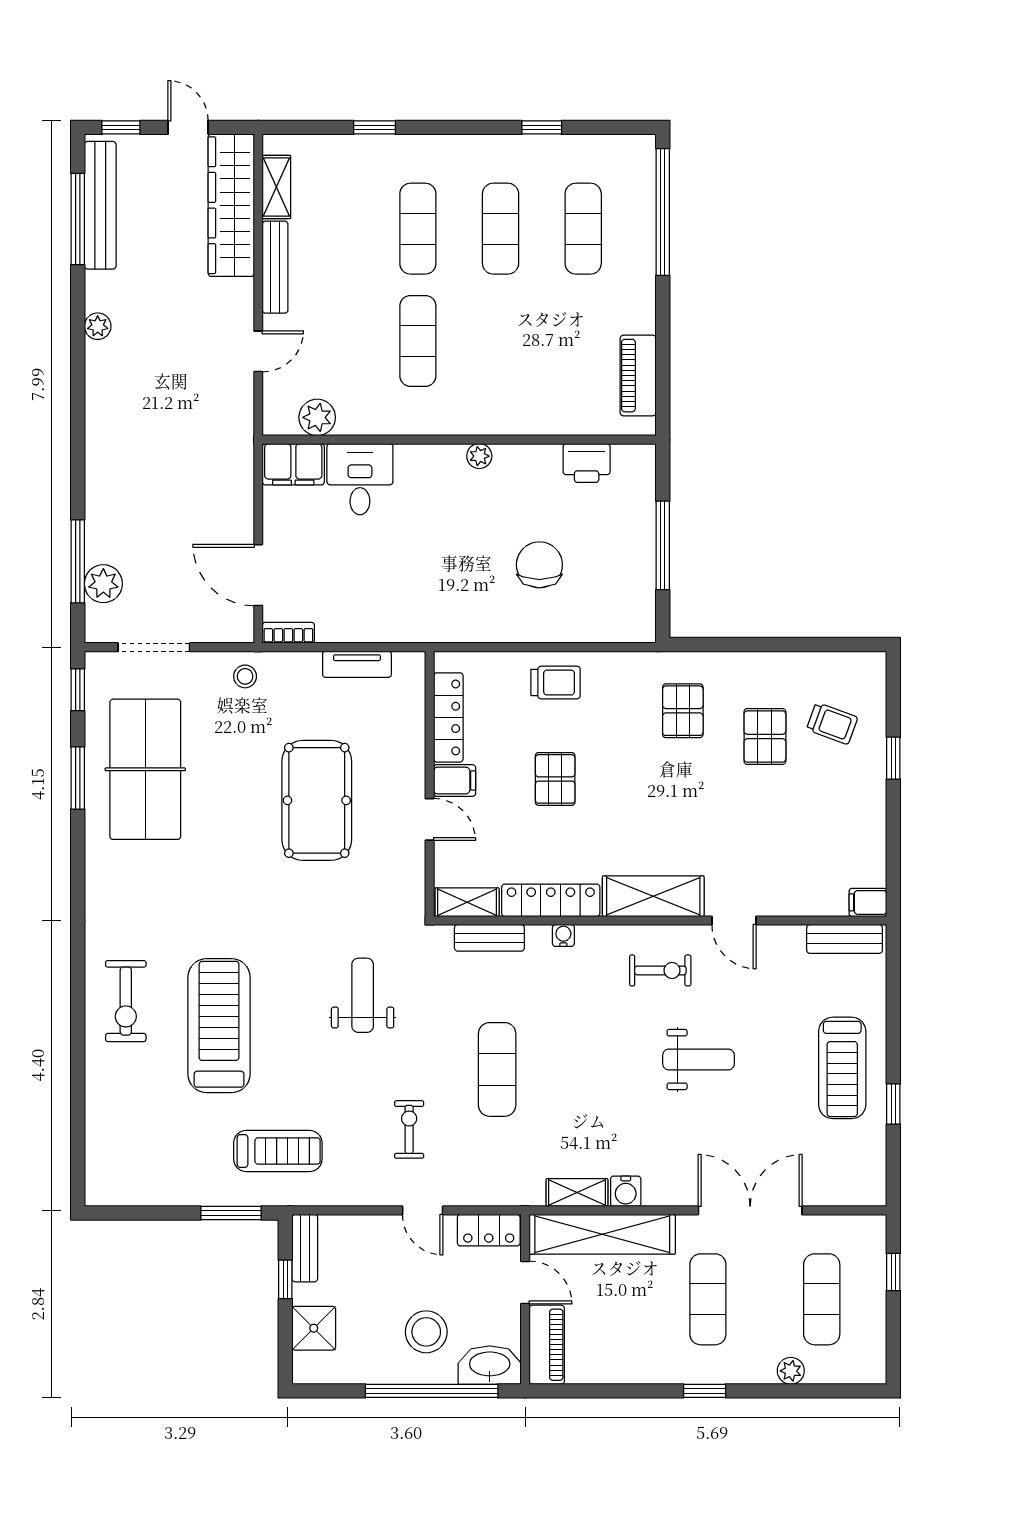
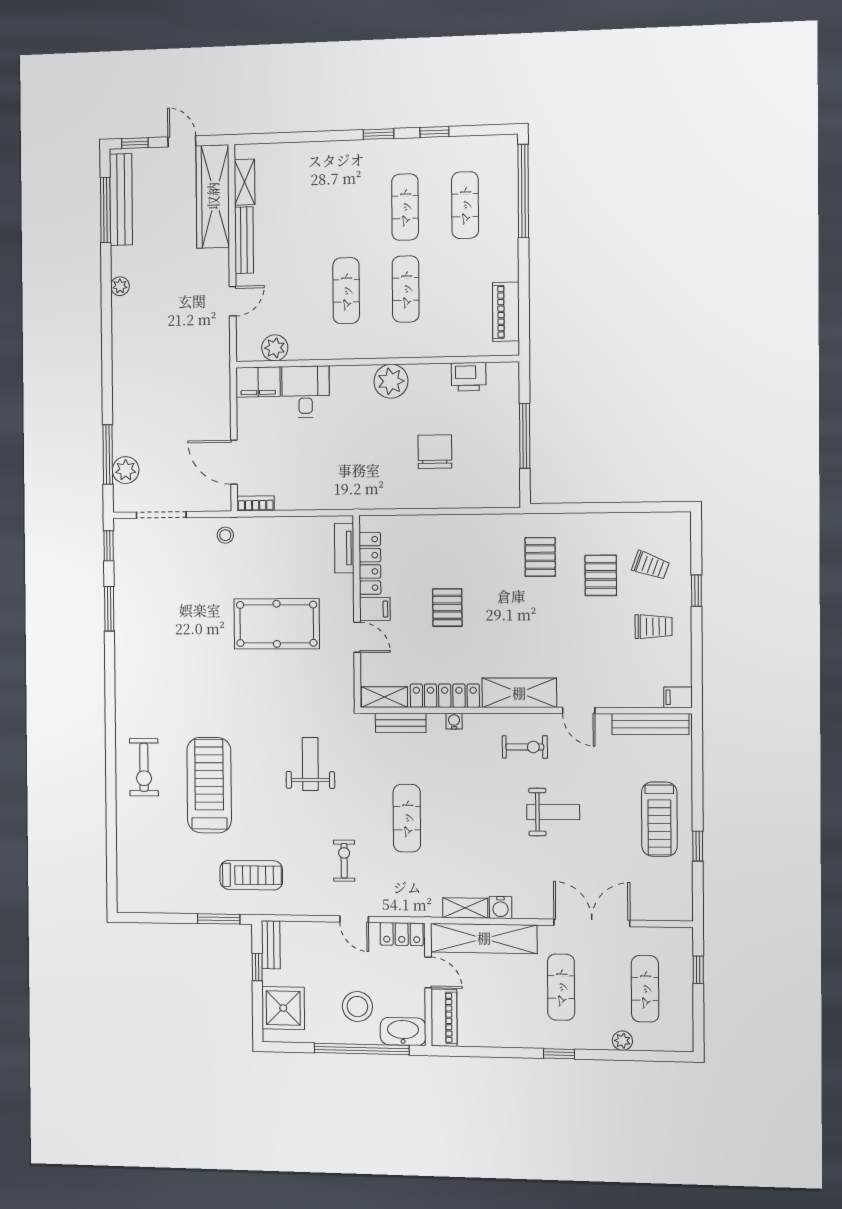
window: (374, 127) -> (379, 134), moved
exercise mat: (418, 229) -> (406, 289), moved
plant: (479, 456) -> (391, 381), width x1.88, depth x1.88
tv unit: (357, 664) -> (344, 548), moved, turned 90
trolley: (556, 683) -> (654, 627), moved
table tennis table: (145, 769) -> (156, 602), removed
pool table: (317, 800) -> (277, 624), turned 90
bench: (845, 939) -> (650, 724), width x1.36
shower: (314, 1328) -> (283, 1008), width x1.36, depth x1.36

